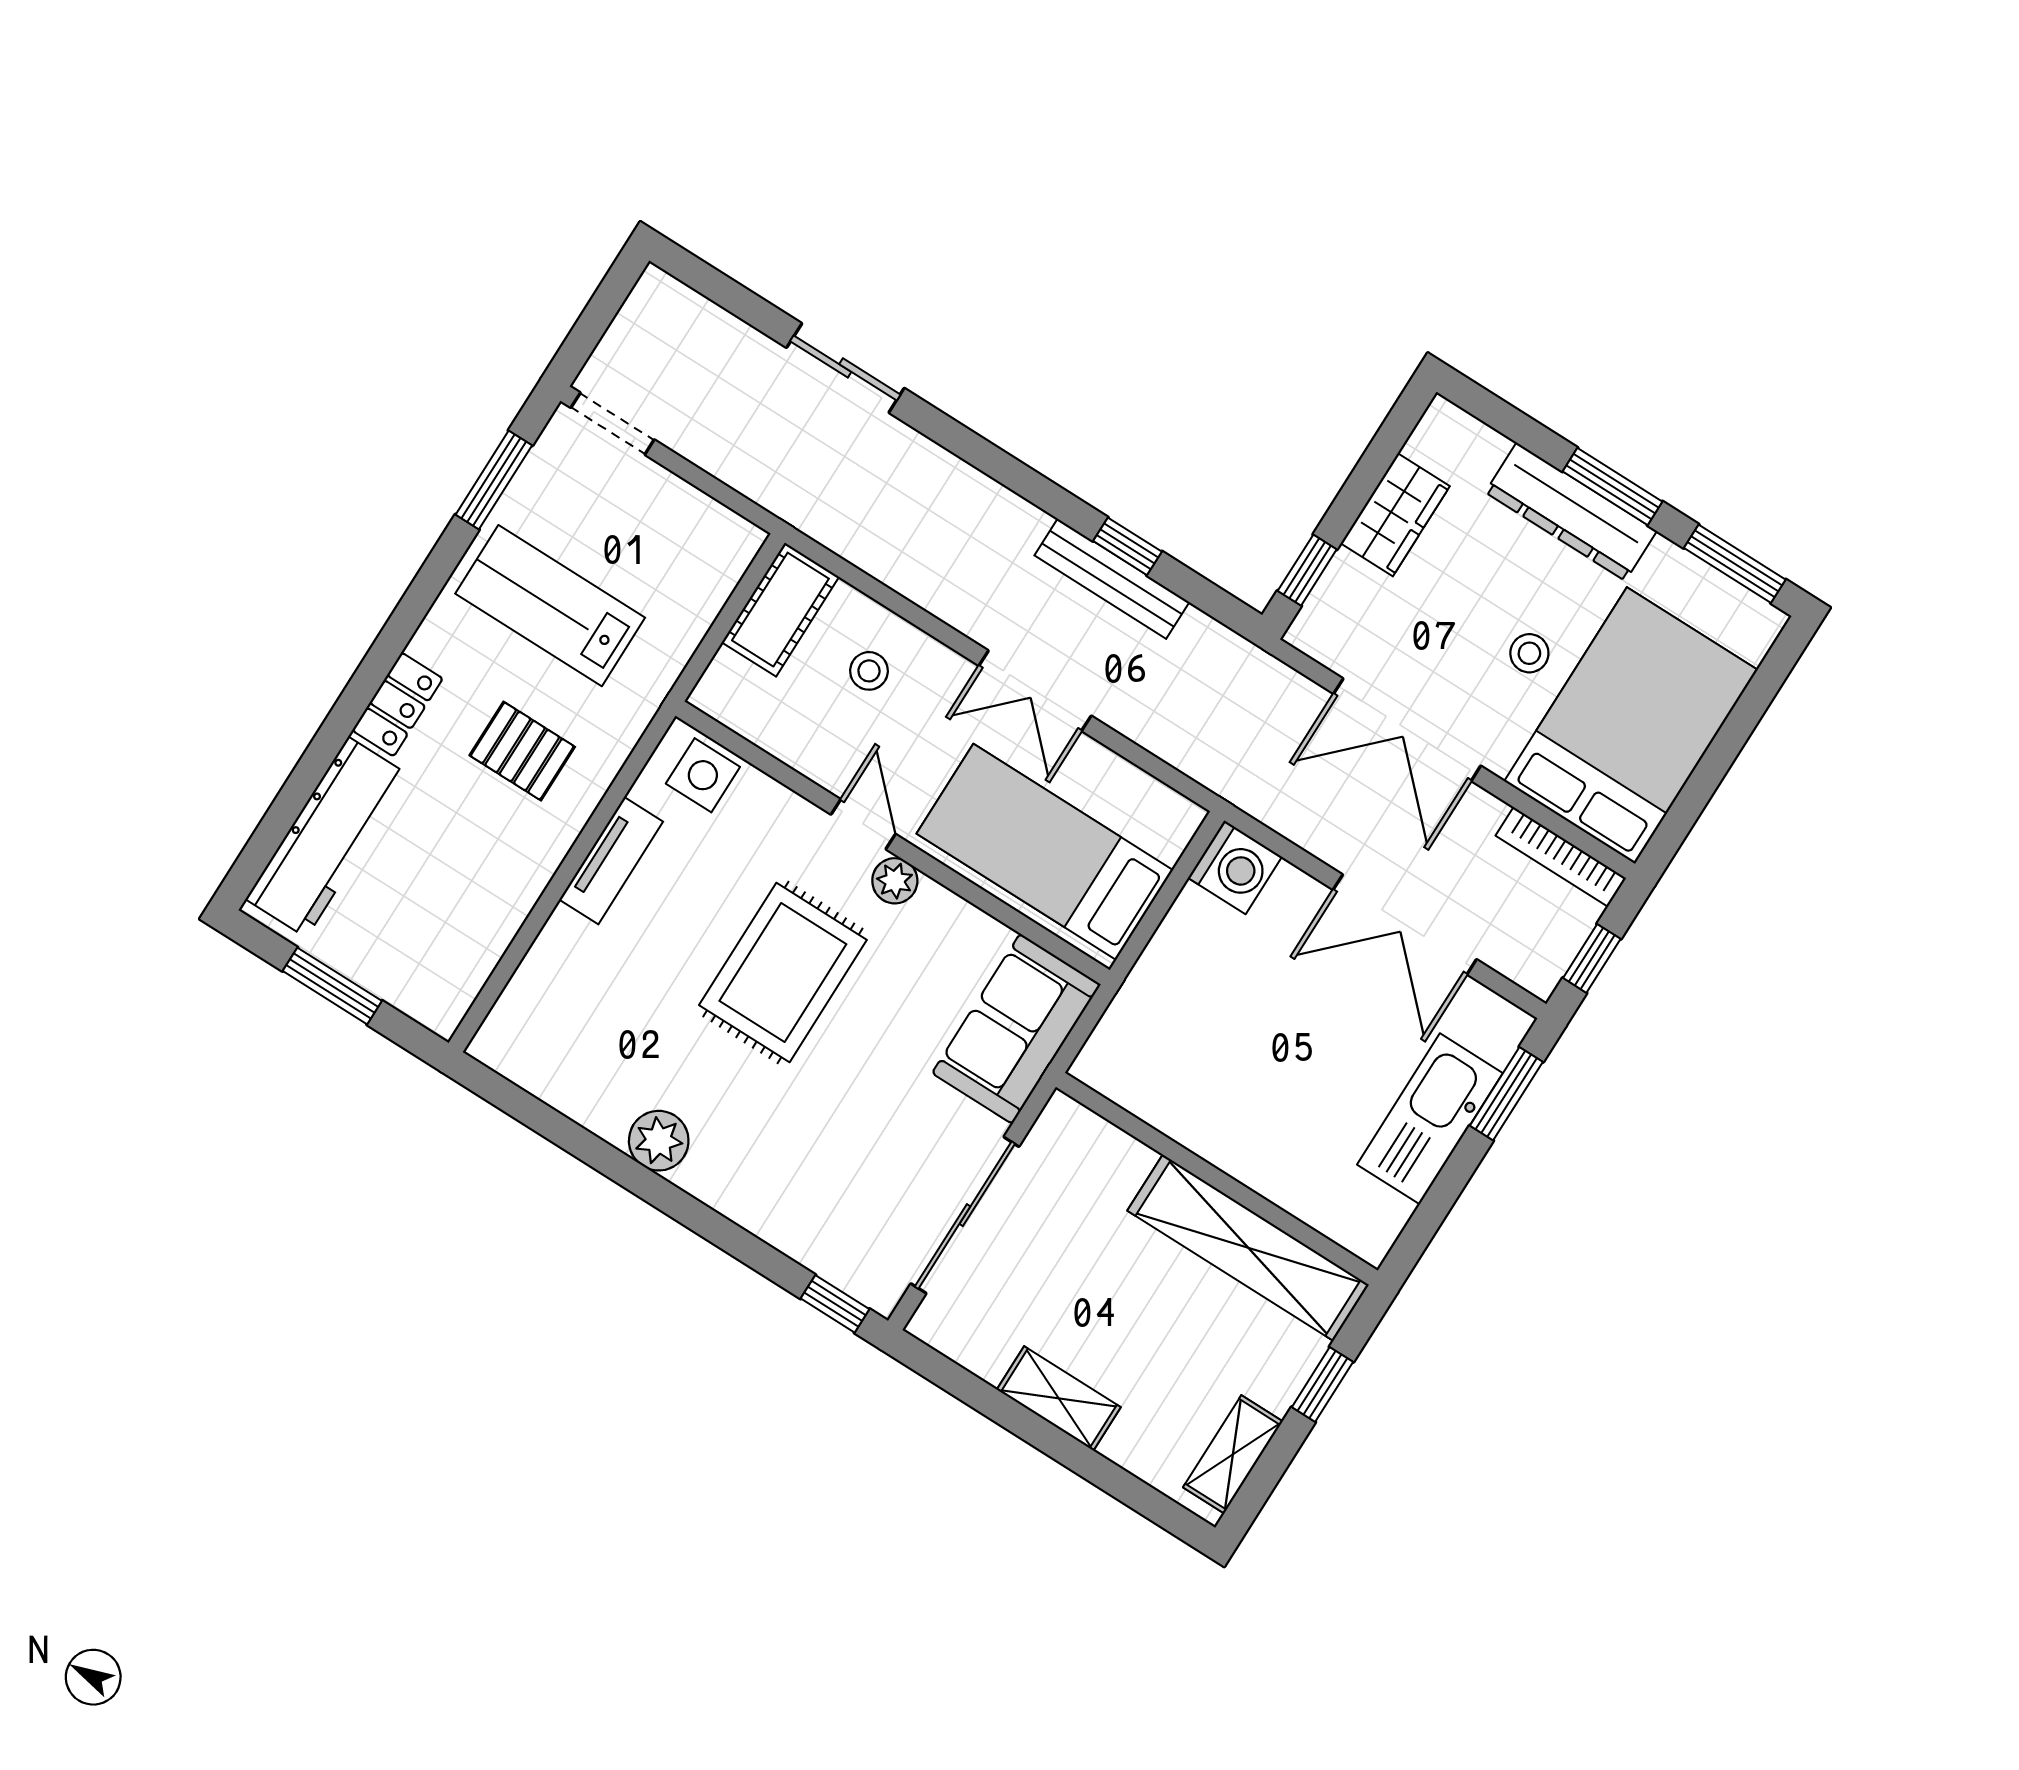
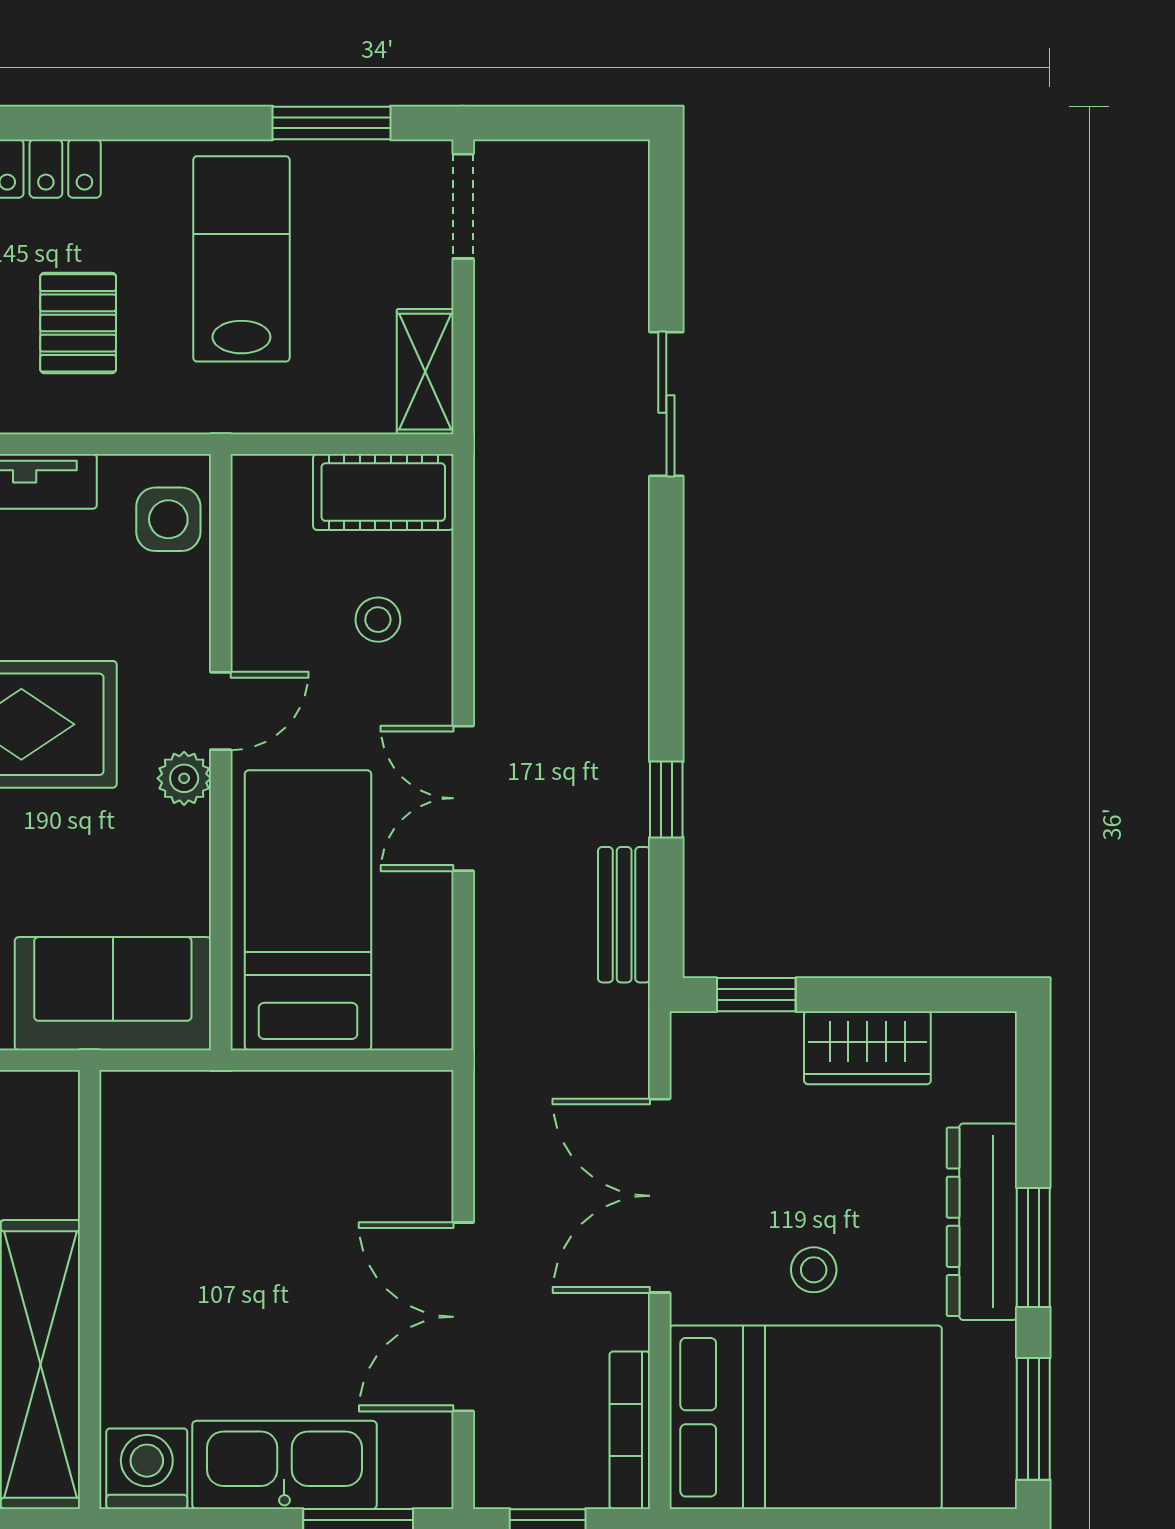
shelving: (713, 525) -> (425, 372), added
bench: (1112, 579) -> (624, 915), moved, width x0.73
washing machine: (1235, 867) -> (147, 1469), moved, turned 180

